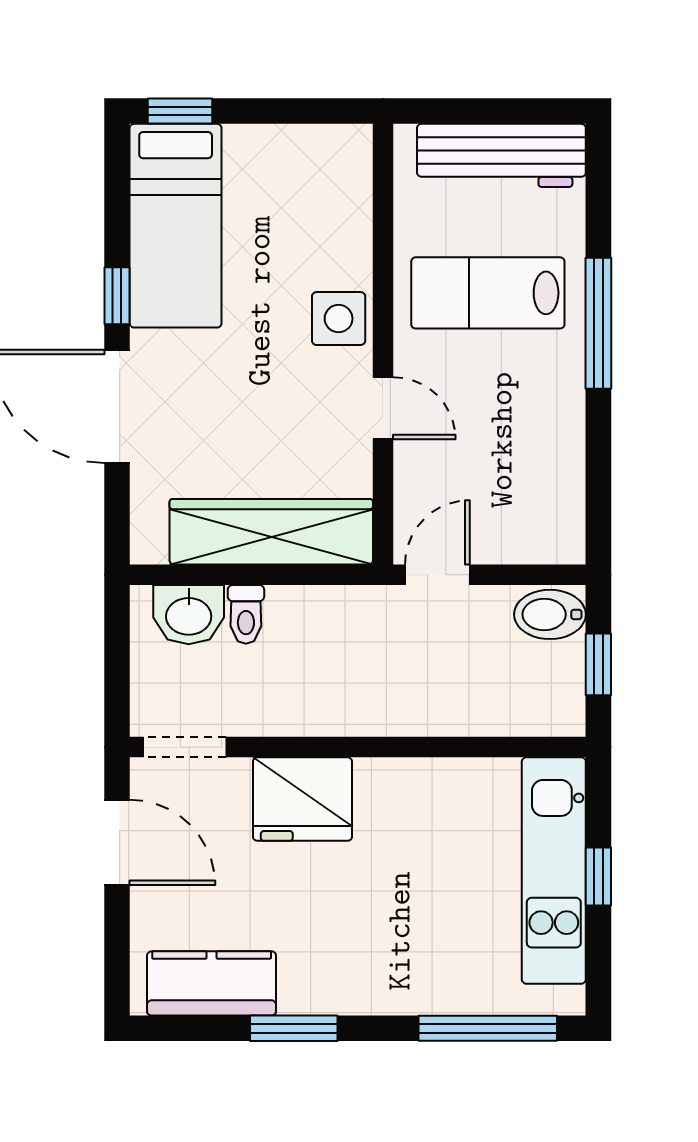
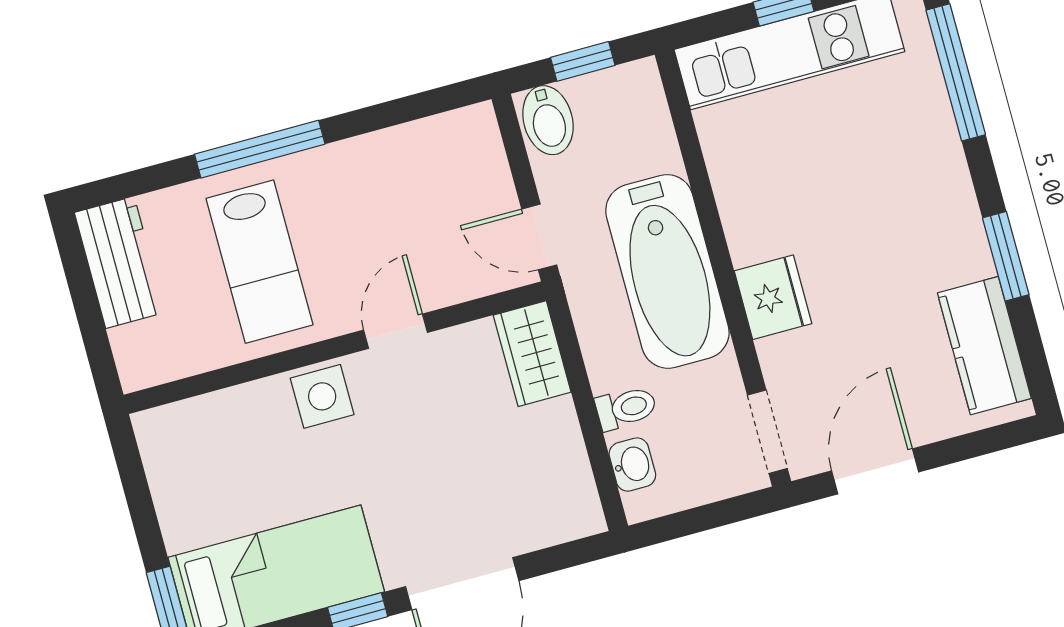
workbench: (501, 155) -> (120, 262), width x0.73
wardrobe: (271, 532) -> (532, 354), width x0.48, depth x0.85
washbasin: (189, 615) -> (632, 465), width x0.72, depth x0.69
bathtub: (369, 692) -> (667, 271), added
fridge: (302, 799) -> (773, 297), width x0.73, depth x0.75

